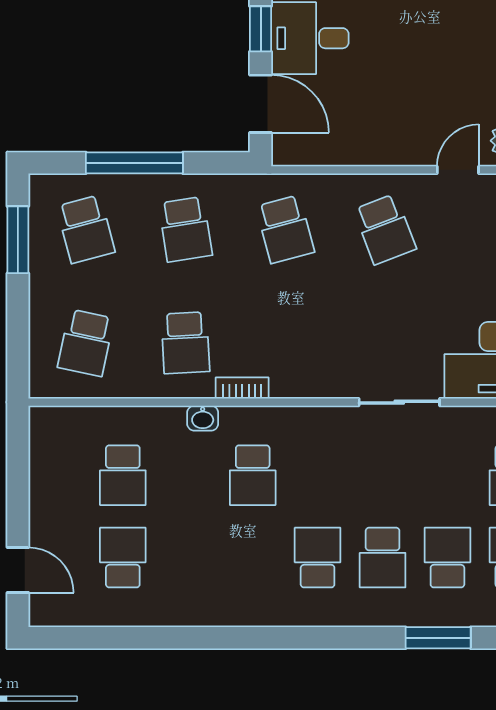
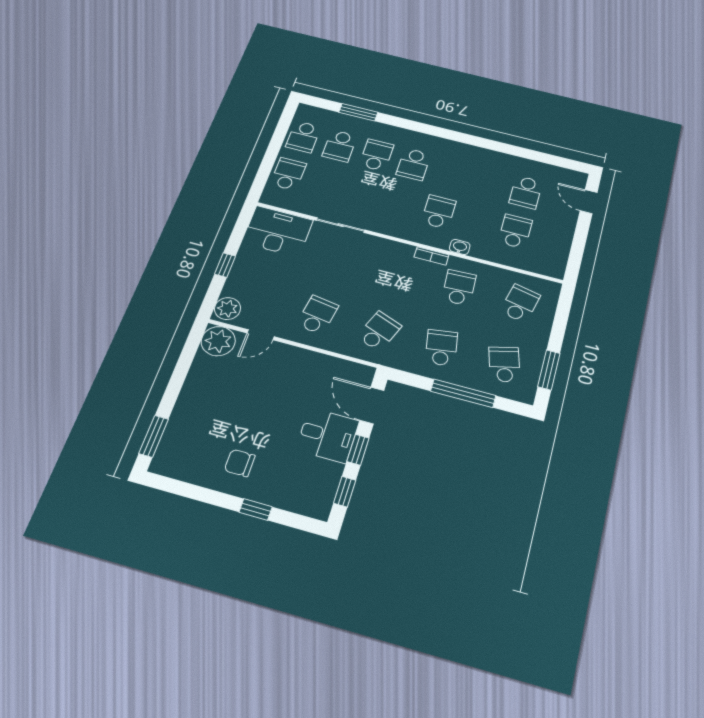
school desk: (285, 229) -> (379, 331), turned 36
school desk: (385, 229) -> (317, 315), turned 30

